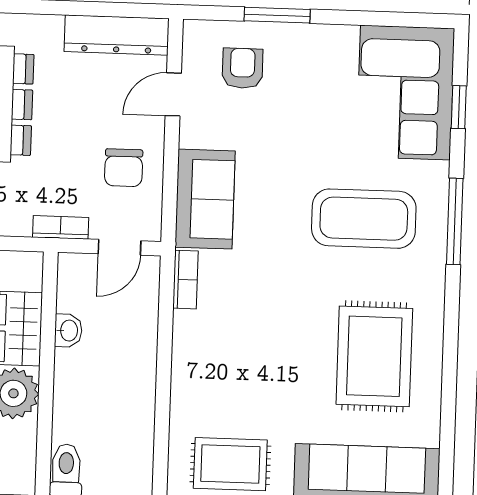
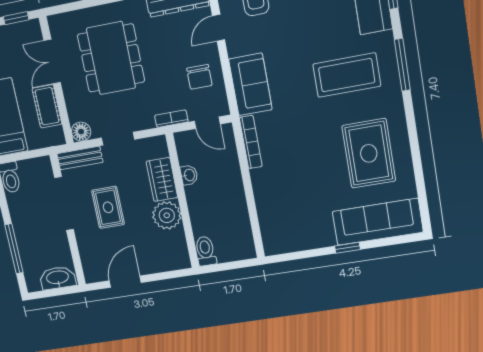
door: (119, 247) -> (207, 123), hinge flipped
bookcase: (185, 280) -> (251, 142), width x1.56
rug: (230, 464) -> (297, 230), removed

